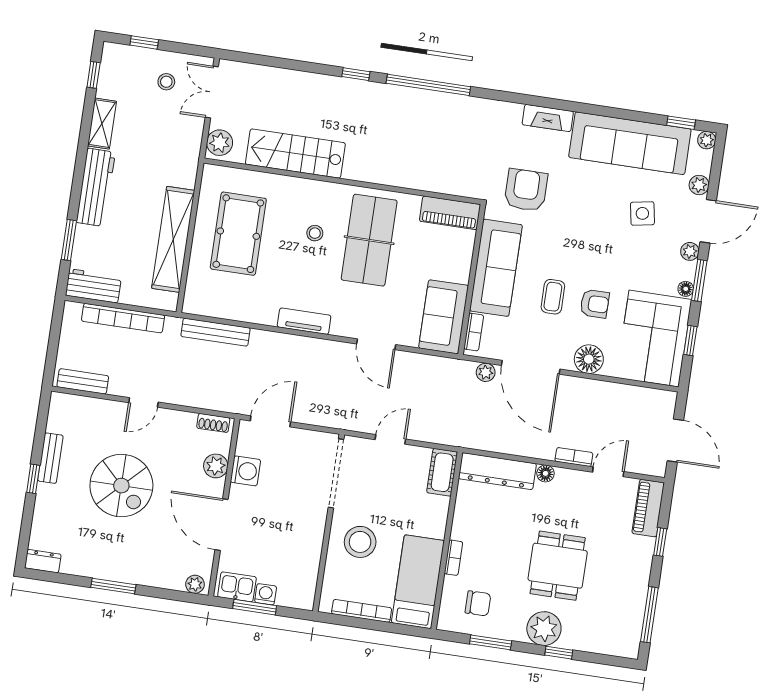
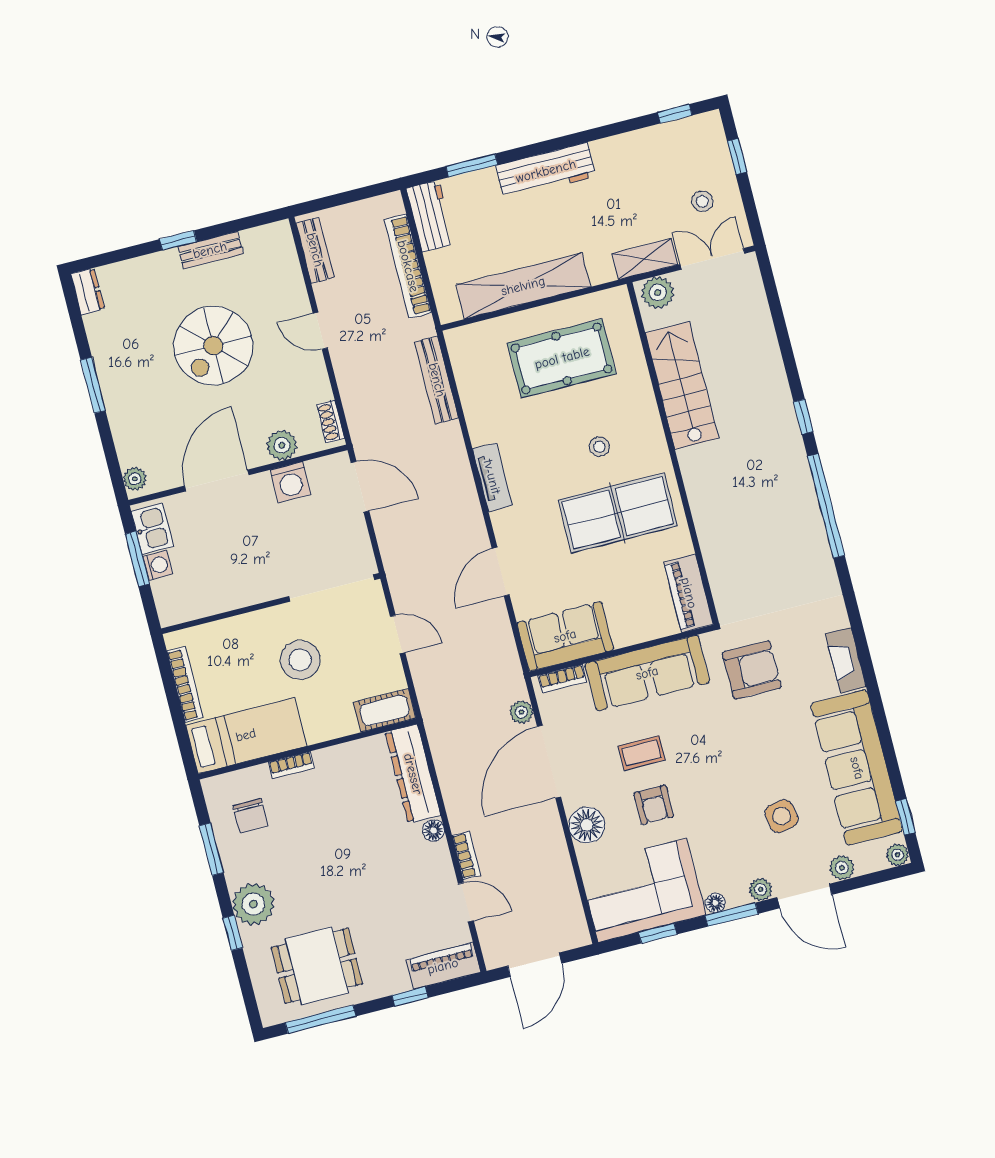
shelving: (102, 124) -> (645, 259), moved
stool: (360, 542) -> (300, 660), moved
dining table: (558, 566) -> (317, 966), moved

